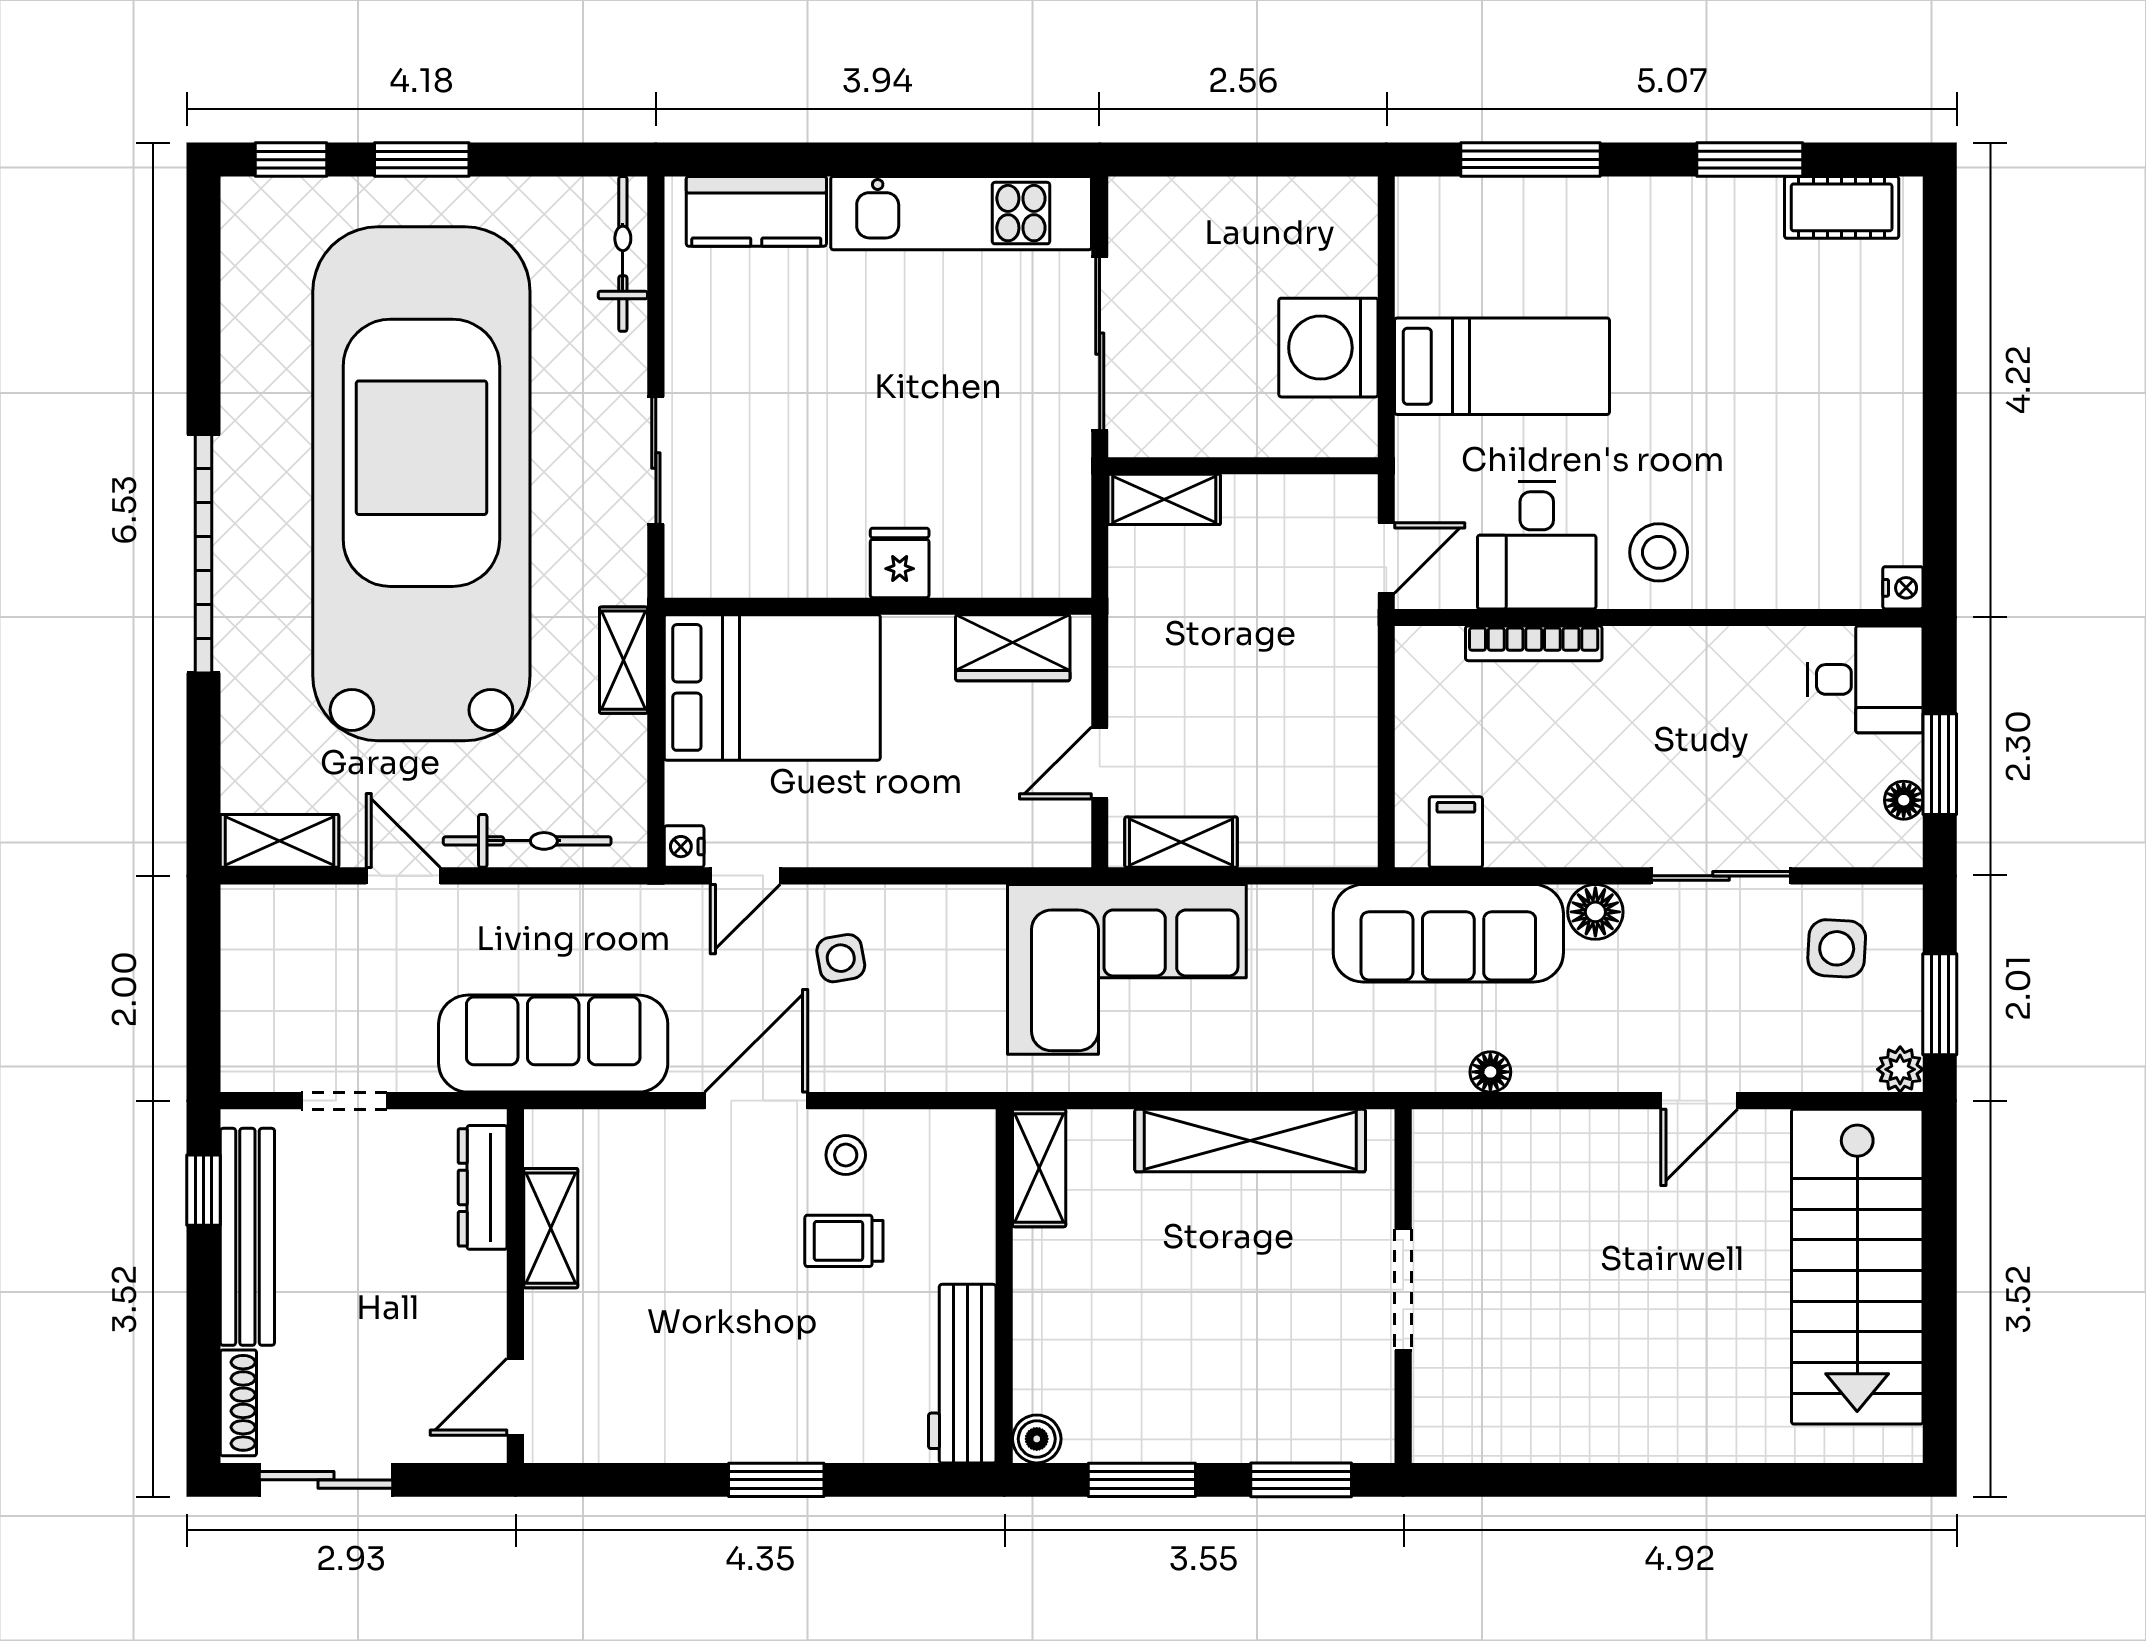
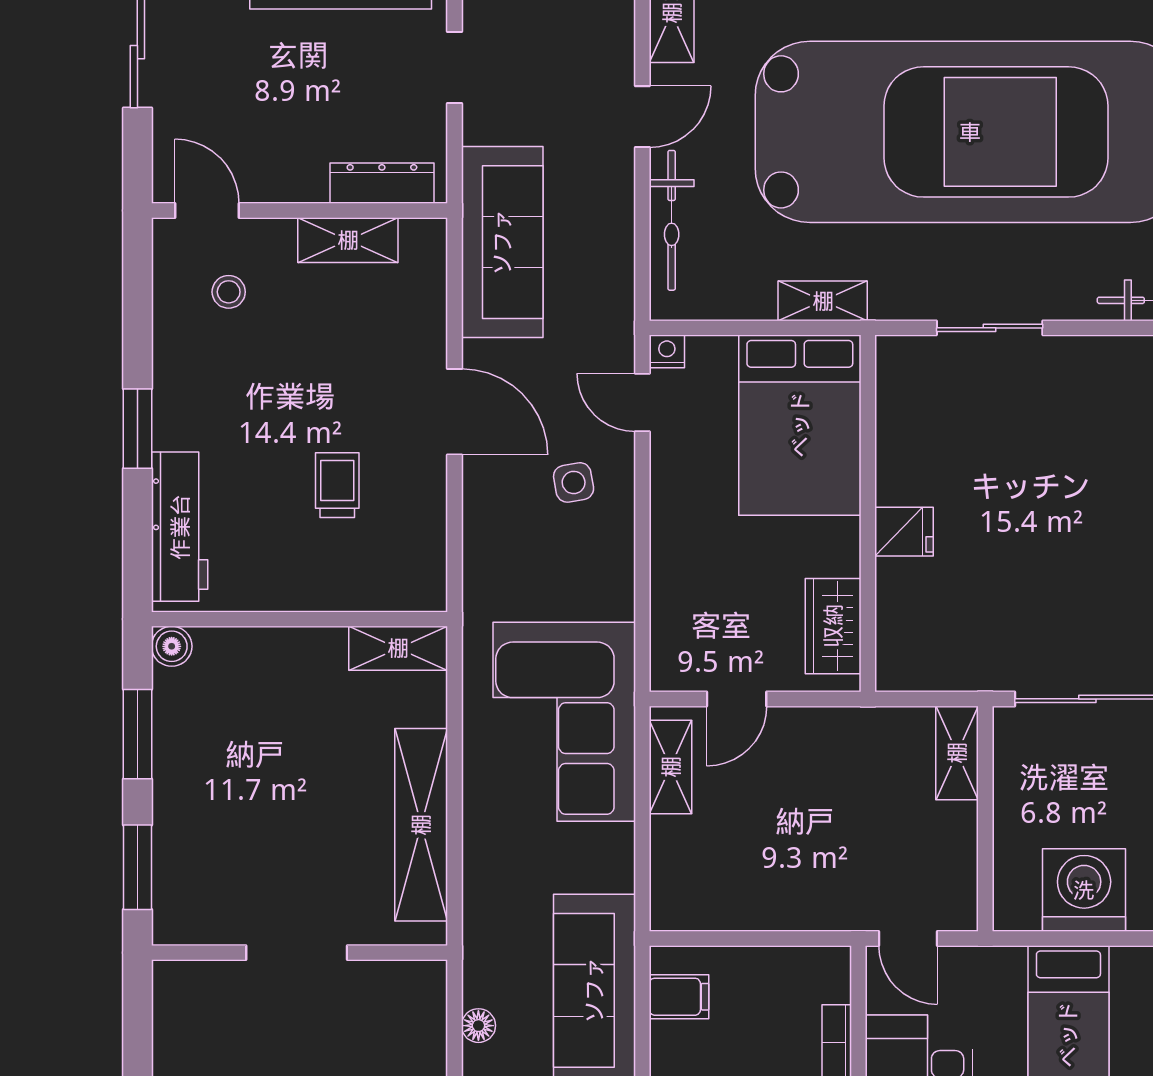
door: (1100, 763) -> (737, 699), swing flipped
stool: (846, 1155) -> (229, 292), moved
workbench: (962, 1374) -> (180, 527), moved, turned 90

